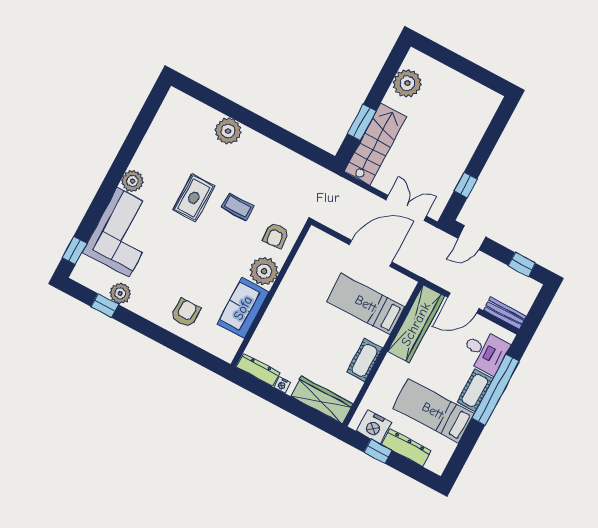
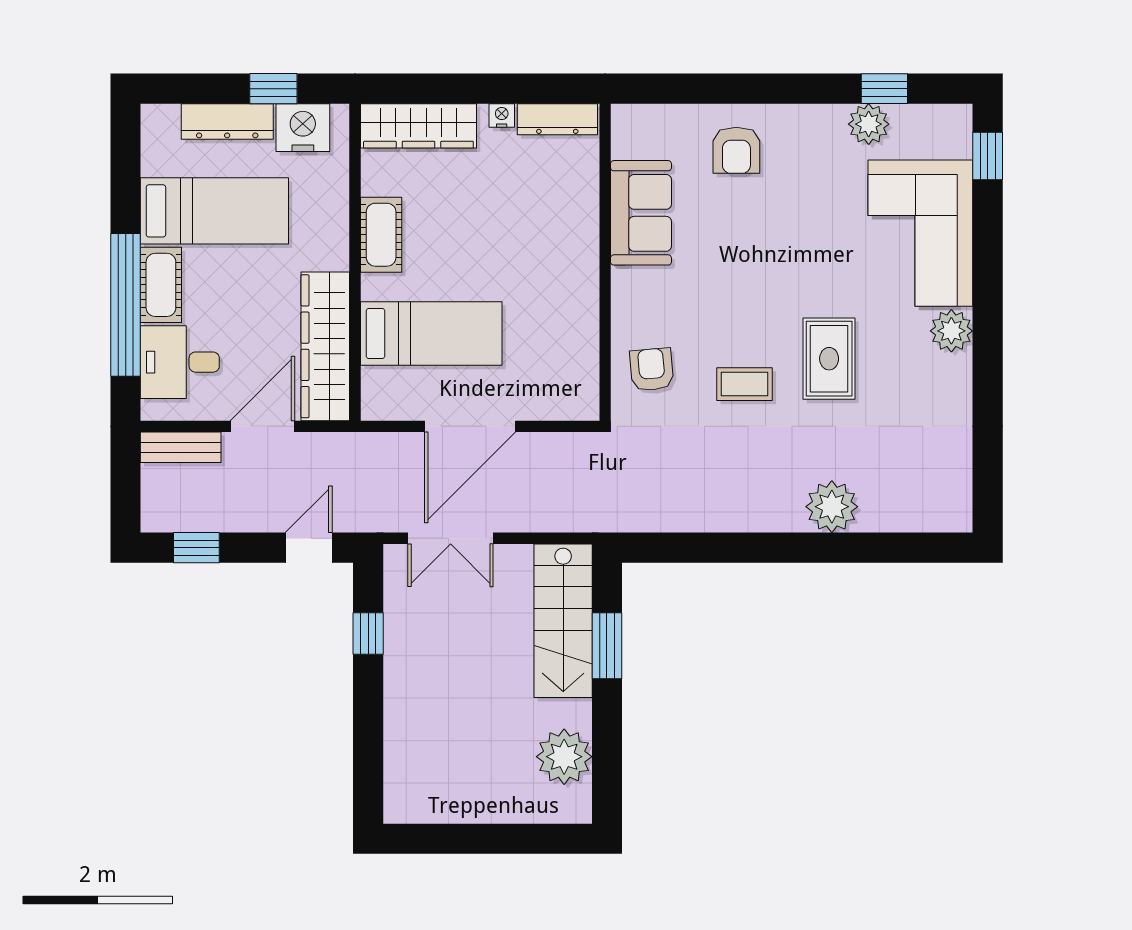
plant: (264, 271) -> (639, 296), removed

